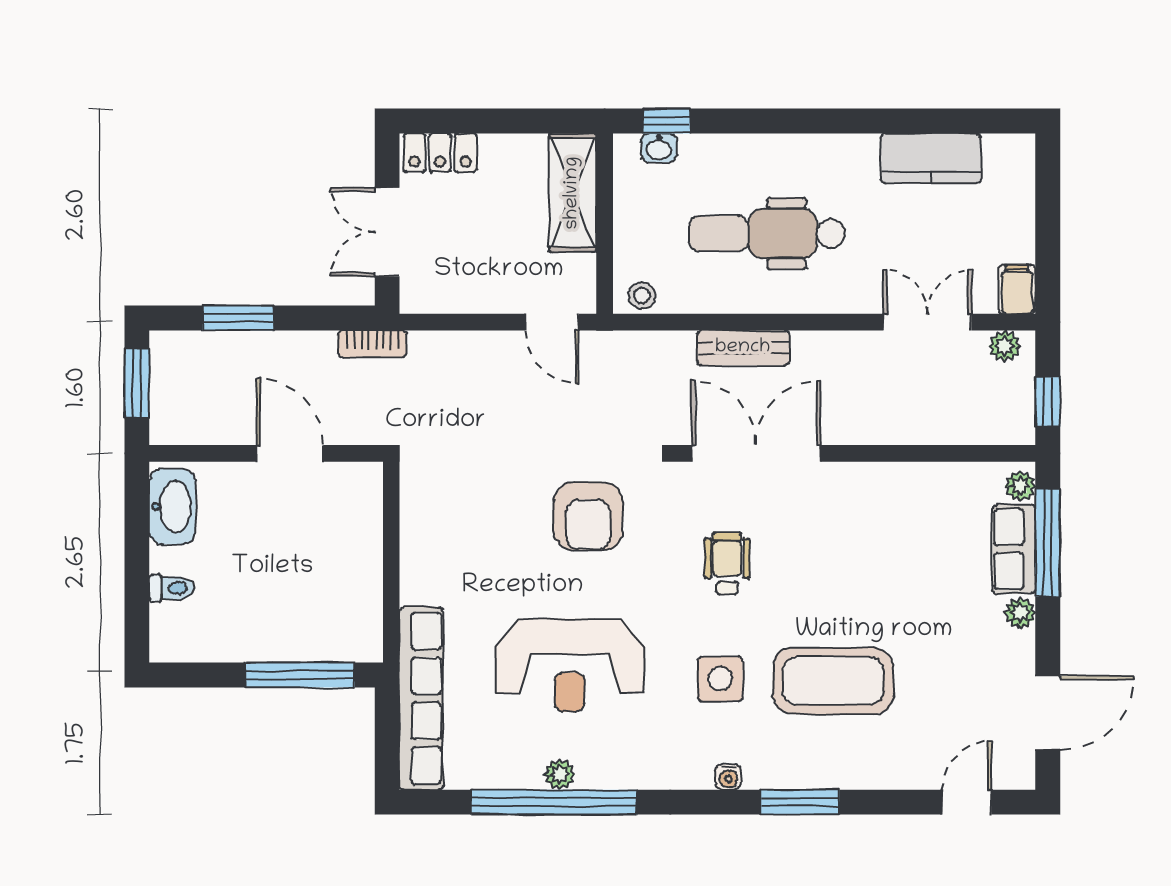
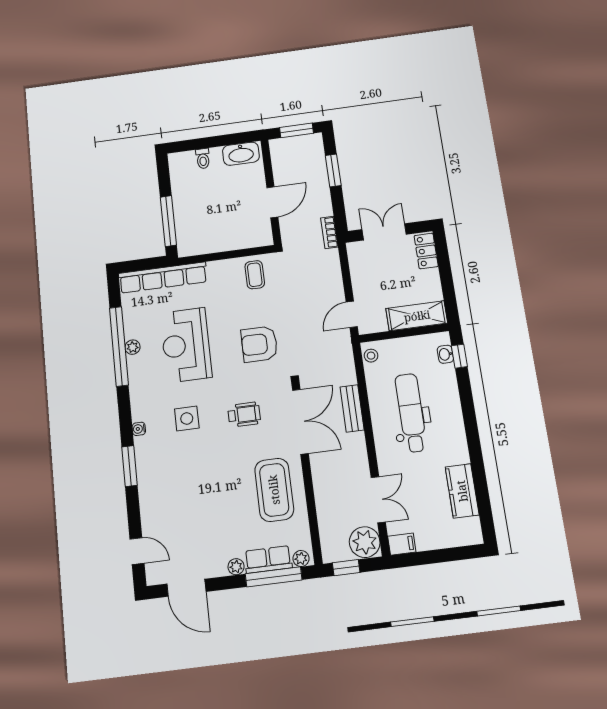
plant: (1005, 346) -> (365, 542), width x1.88, depth x1.88
coffee table: (442, 508) -> (255, 275), added
coffee table: (833, 681) -> (274, 490), moved

